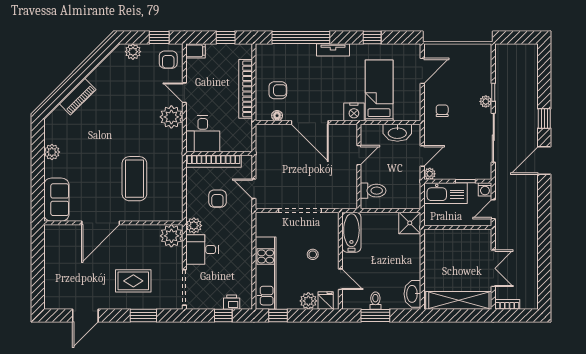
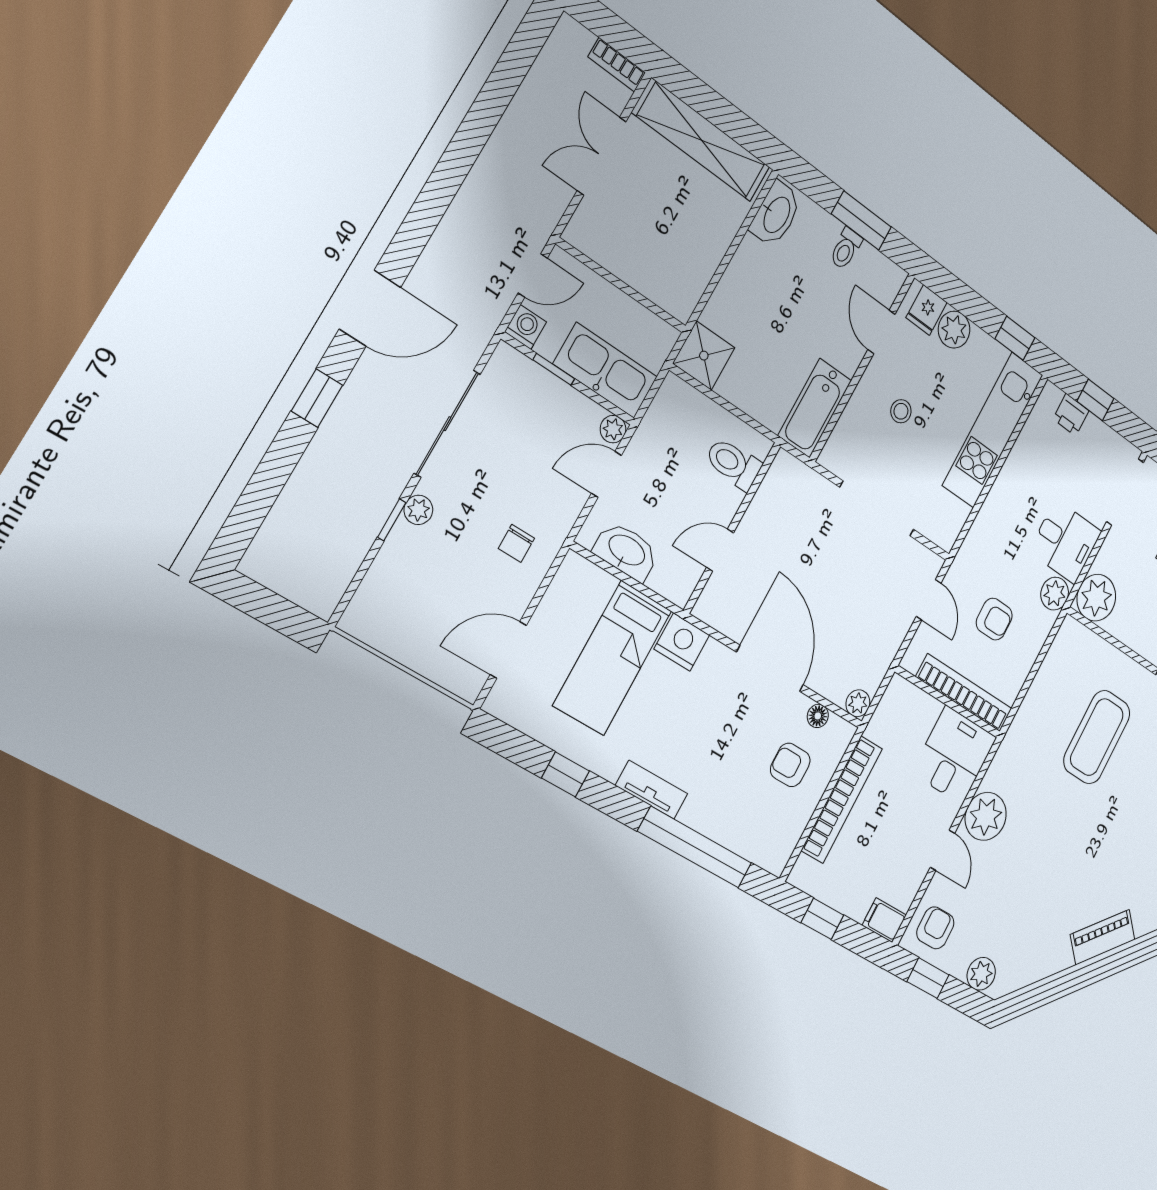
plant: (262, 130) -> (858, 703), added
armchair: (217, 199) -> (994, 619), turned 90

